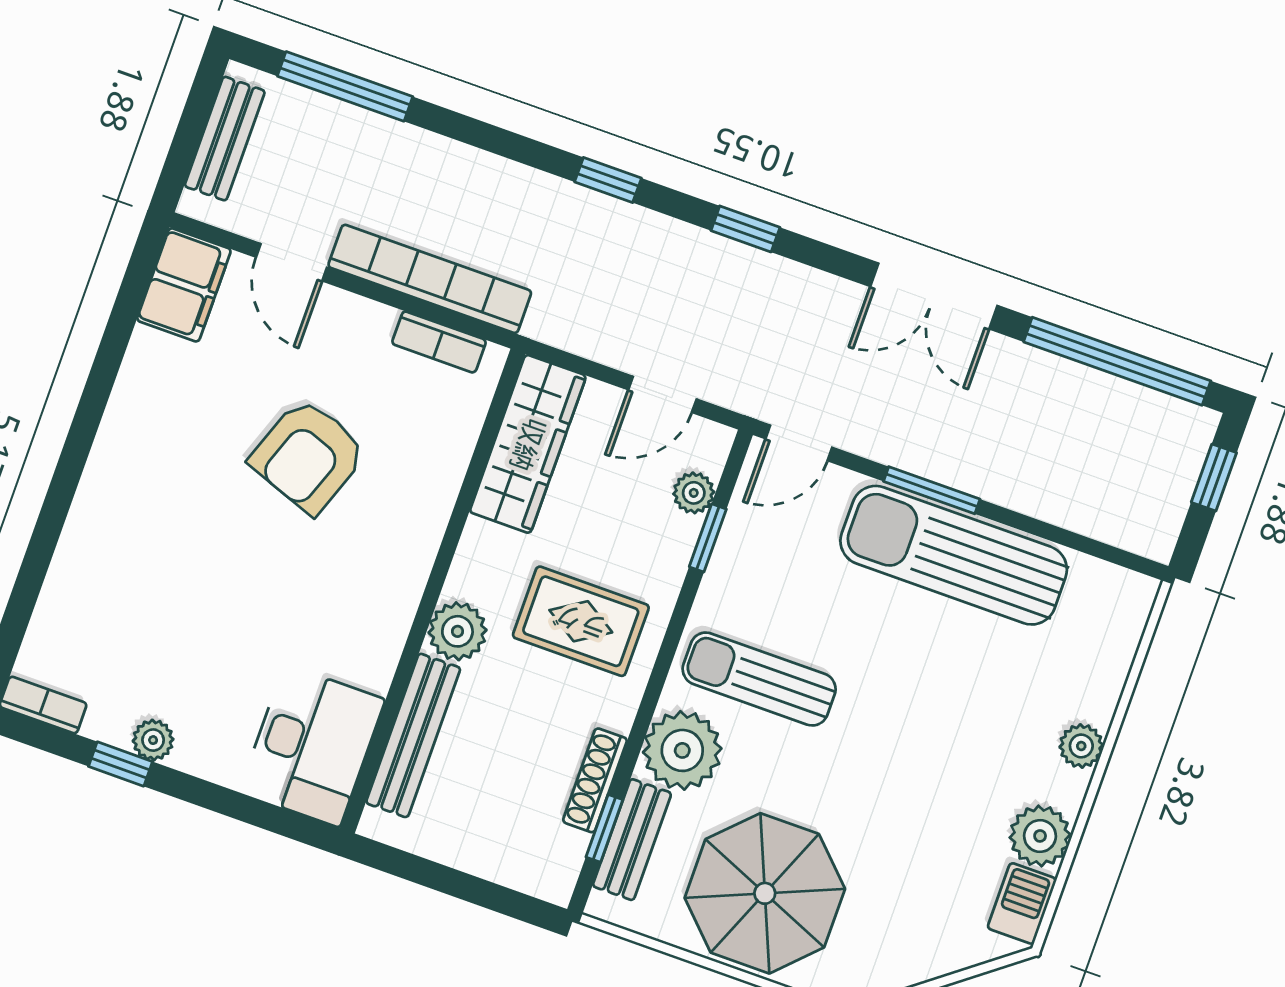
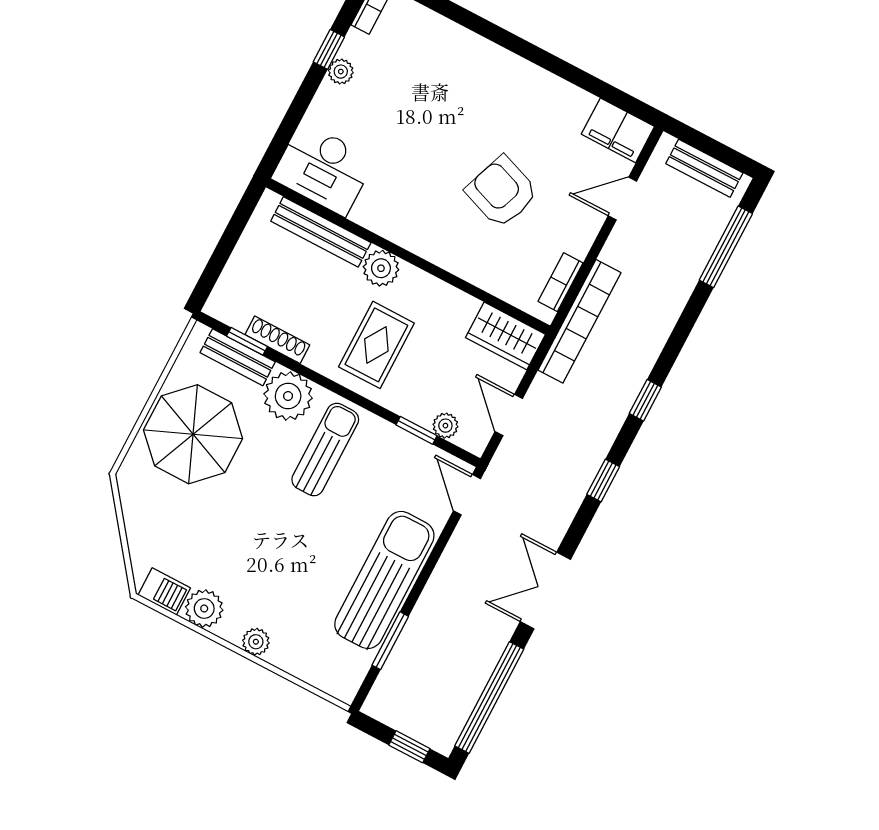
bookcase: (430, 279) -> (579, 321), moved
wardrobe: (528, 444) -> (505, 336), width x0.67
window: (932, 490) -> (390, 641), moved

